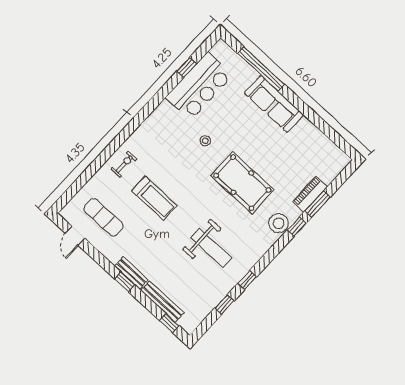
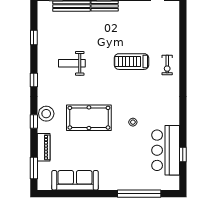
sofa: (274, 104) -> (75, 180), moved
window: (318, 204) -> (34, 168), moved
exercise mat: (104, 217) -> (151, 23), removed
weight bench: (211, 248) -> (72, 63), width x0.73, depth x0.75
window: (247, 280) -> (34, 80), moved

